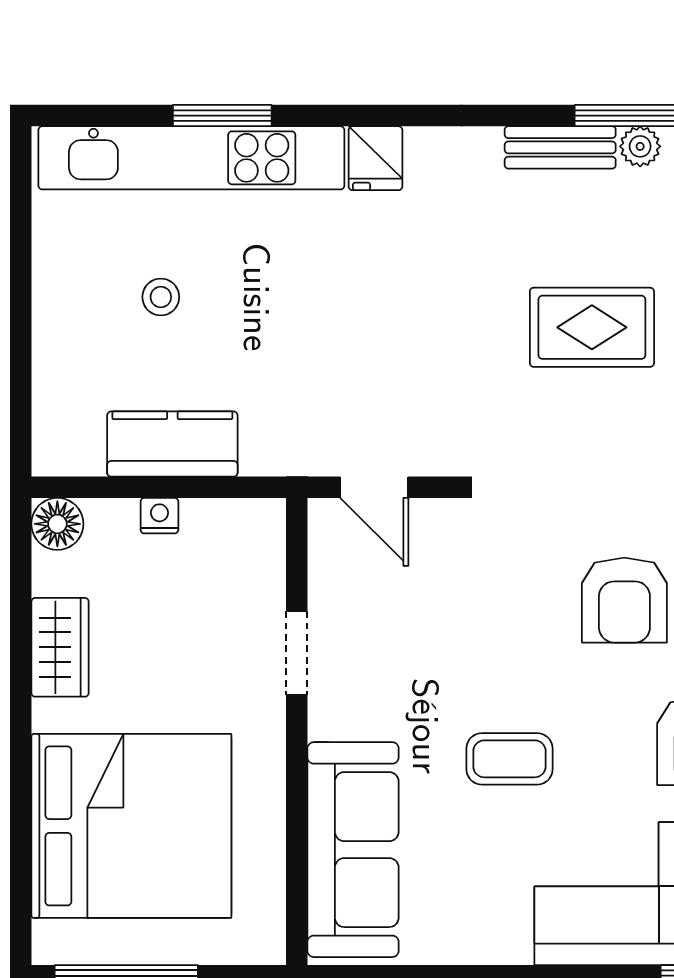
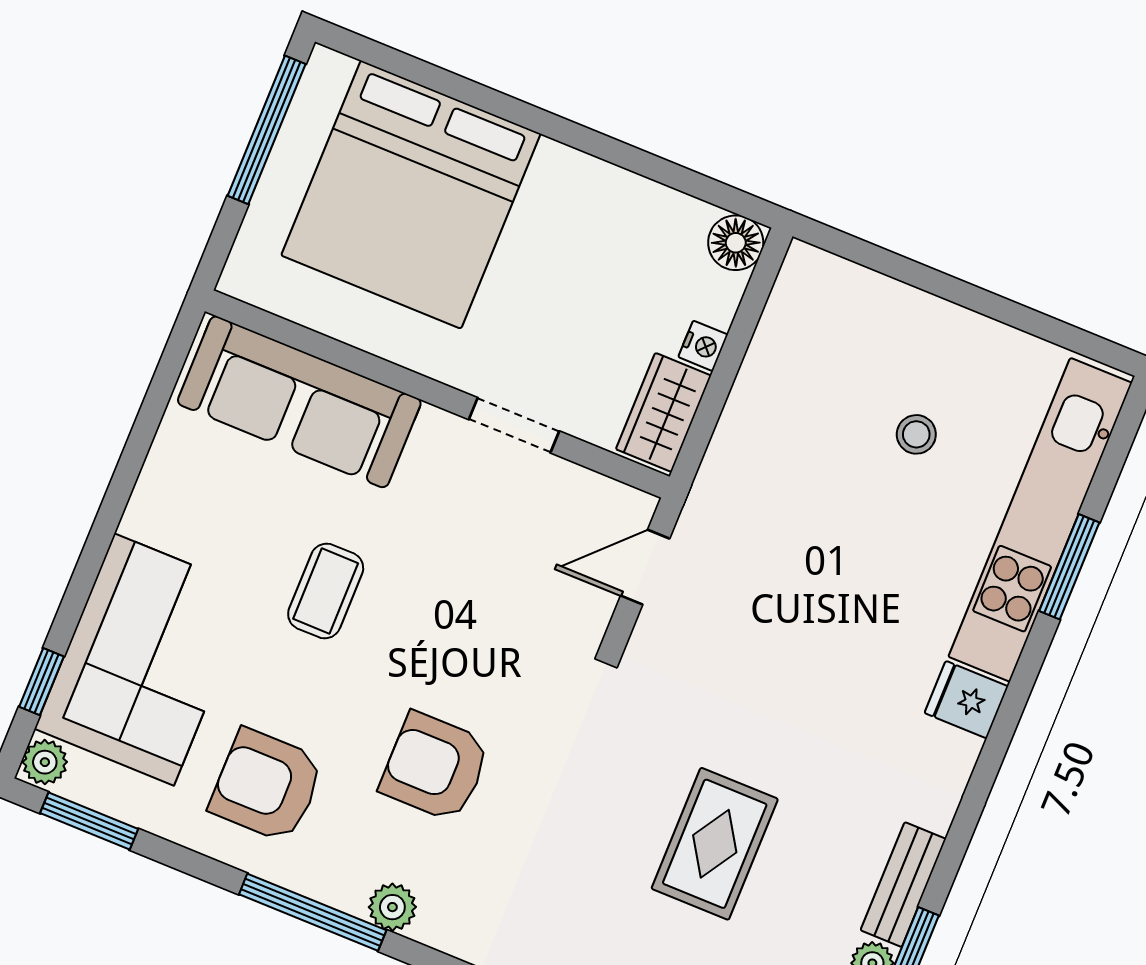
kitchen counter: (172, 444) -> (768, 387), removed
wardrobe: (60, 647) -> (663, 412), moved, turned 90

